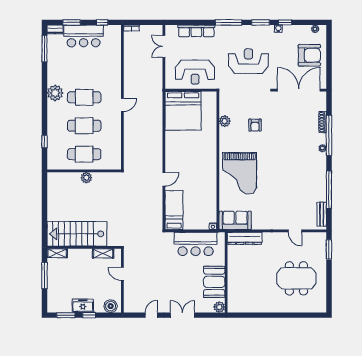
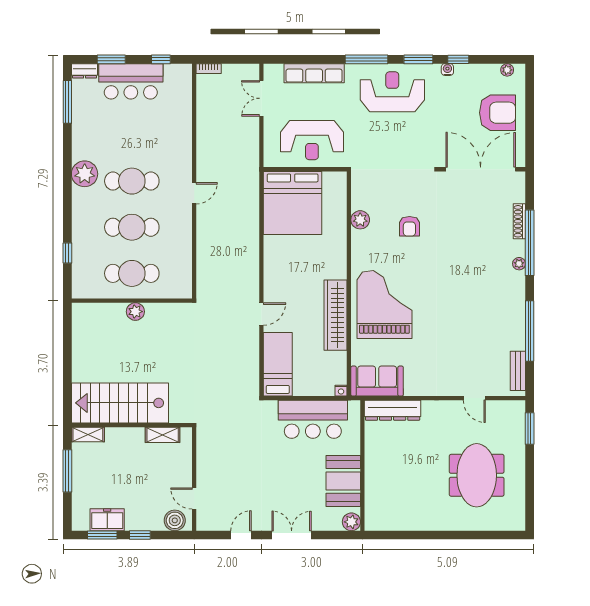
reception desk: (248, 61) -> (392, 92), moved
grand piano: (240, 173) -> (384, 305), turned 180
wardrobe: (210, 180) -> (336, 315), added
door: (122, 274) -> (194, 498), moved
meeting table: (296, 278) -> (477, 475), turned 90
freezer: (83, 306) -> (107, 520), moved

